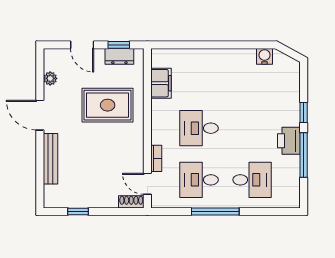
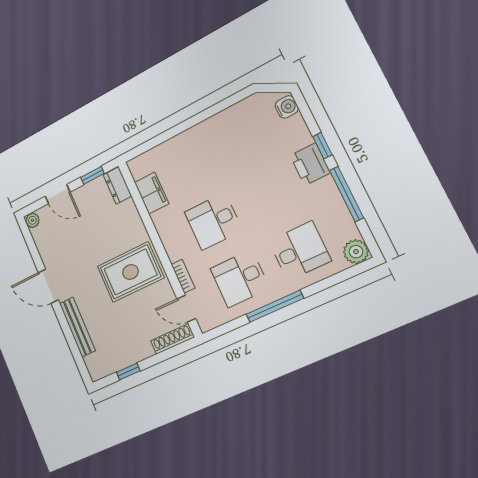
dresser: (119, 56) -> (117, 185), moved, turned 90
water cooler: (264, 56) -> (287, 107), moved, turned 90
plant: (50, 78) -> (32, 220), moved
rug: (108, 105) -> (130, 272), moved
printer: (289, 141) -> (310, 164), moved
plant: (291, 199) -> (356, 252), added
shoe rack: (131, 202) -> (173, 339), width x1.43

